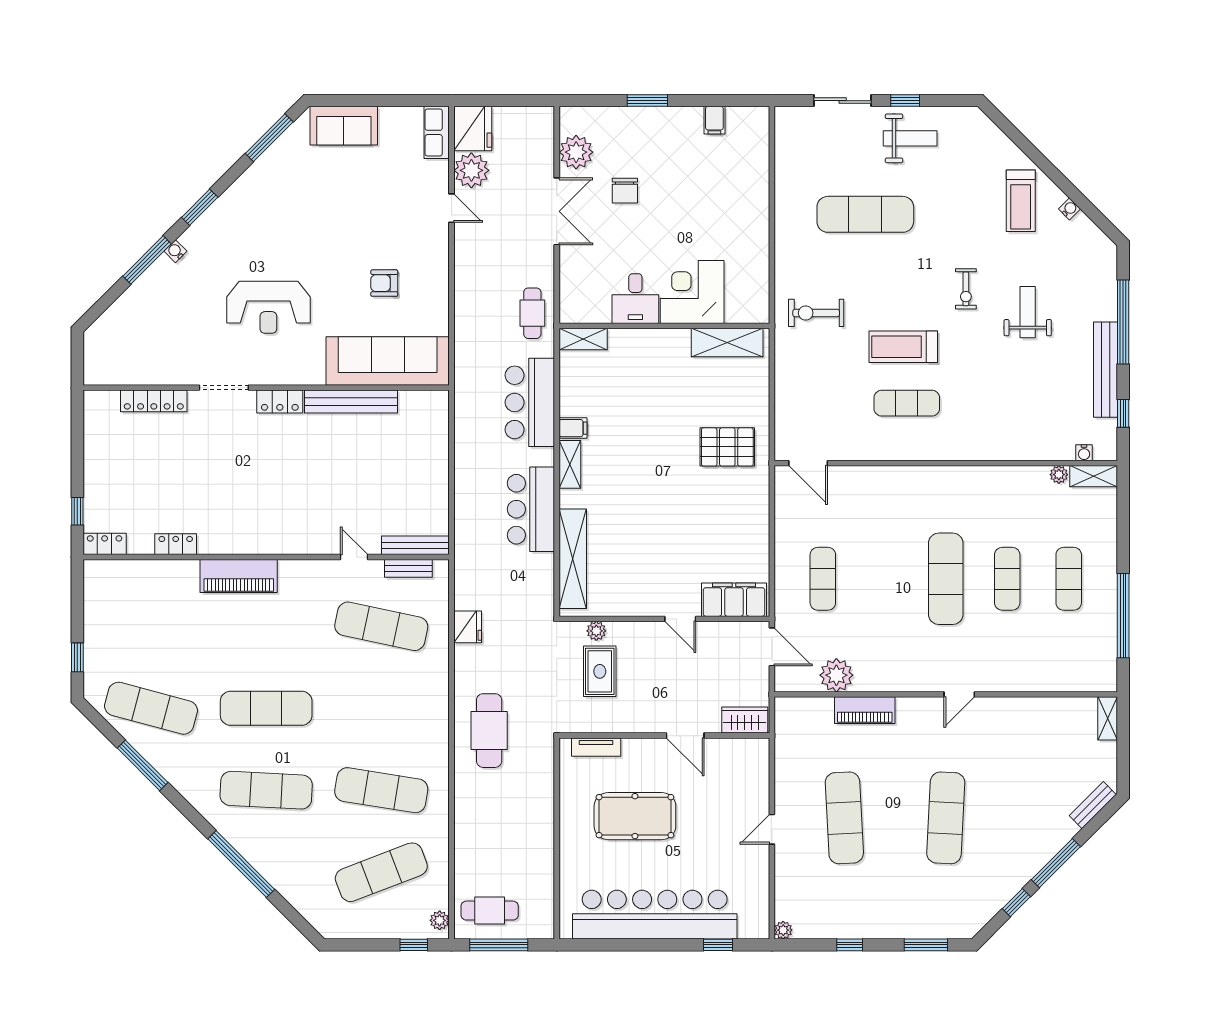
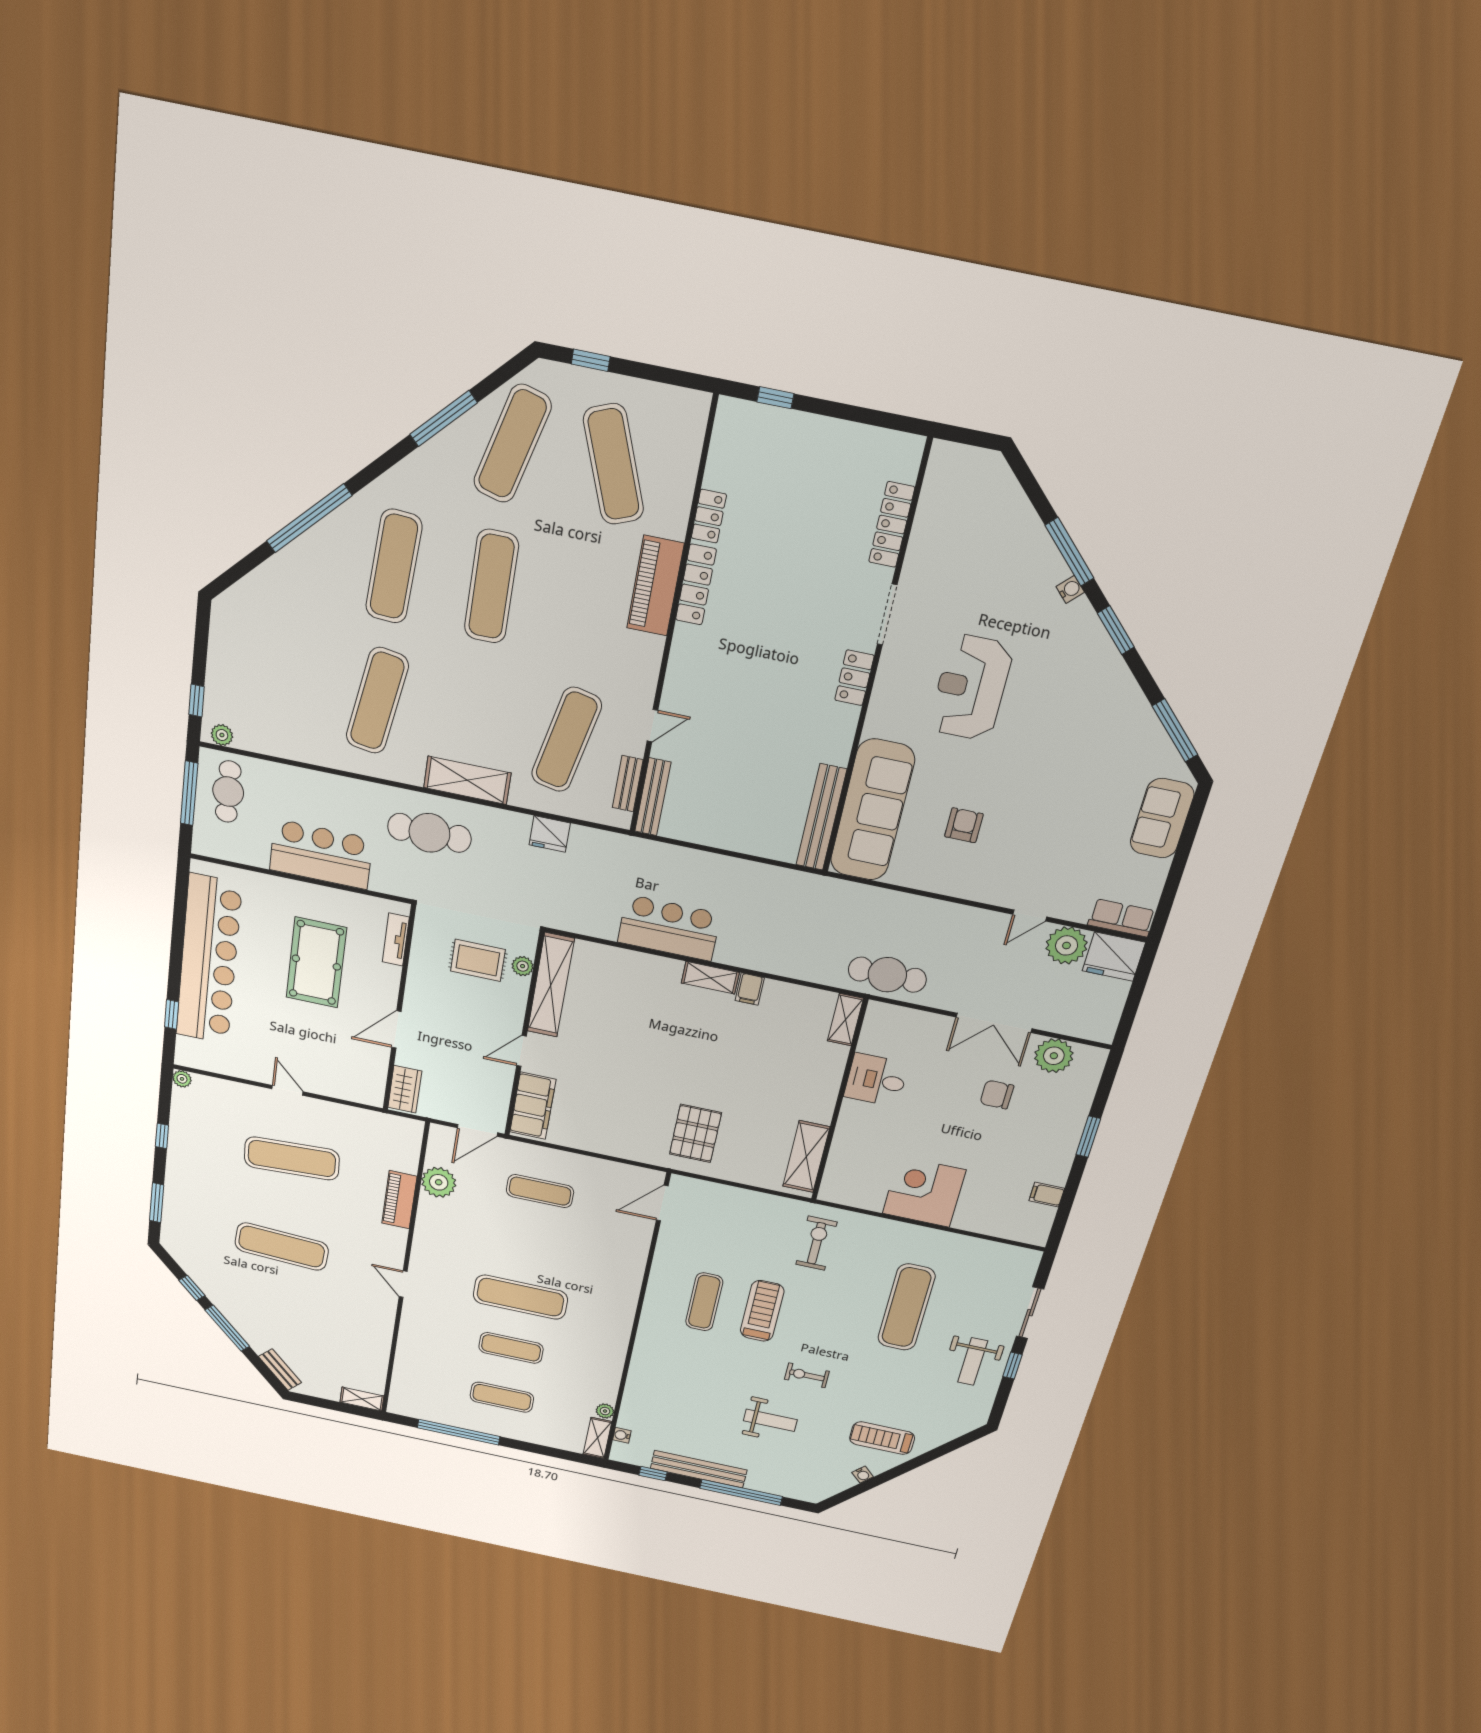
corner desk: (692, 292) -> (924, 1192), moved, turned -90
cafe table: (532, 313) -> (887, 975), width x1.37, depth x1.35
bench: (351, 402) -> (821, 817), moved
bar counter: (530, 402) -> (321, 854), moved
locker: (105, 544) -> (696, 585), moved, width x1.53
shelving: (573, 559) -> (551, 985), moved, turned 90
shelving: (435, 705) -> (467, 780), added
exercise mat: (381, 872) -> (614, 464), moved

